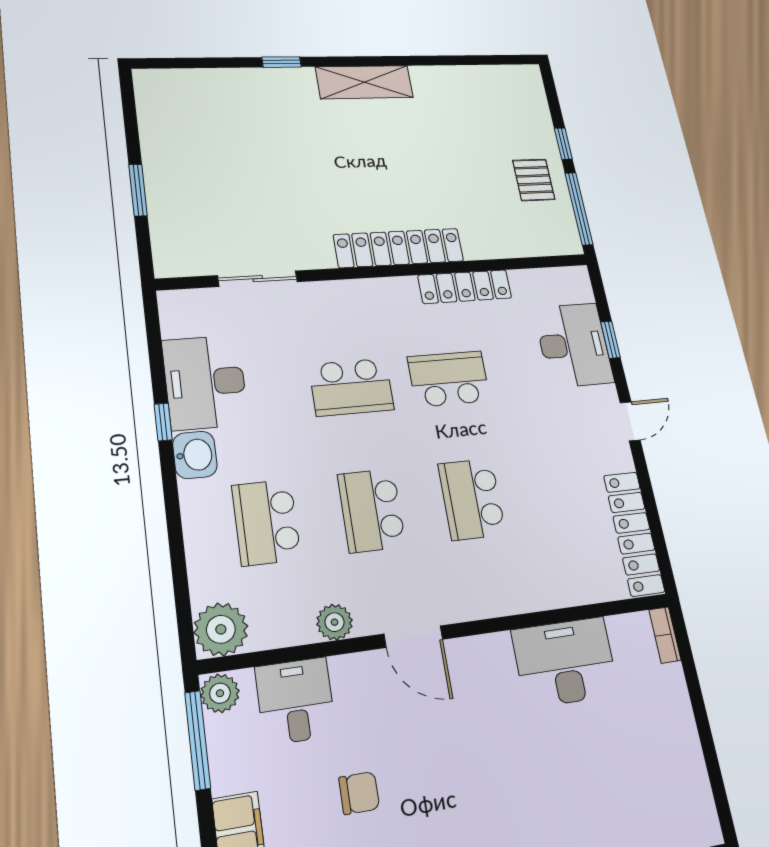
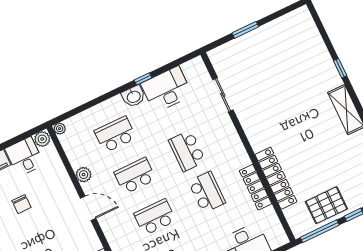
pallet: (534, 180) -> (326, 205), width x1.50, depth x1.42
locker: (399, 248) -> (276, 178), moved
plant: (221, 629) -> (60, 129), width x0.53, depth x0.53
door: (413, 637) -> (88, 208), swing flipped
desk: (296, 701) -> (24, 157), moved, turned -90
window: (198, 740) -> (23, 137), removed

